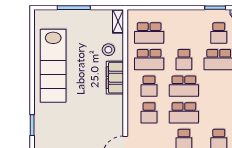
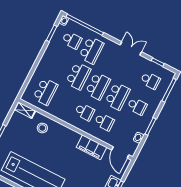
school desk: (149, 60) -> (65, 102), removed
school desk: (184, 60) -> (78, 76), width x1.85
filing cabinet: (115, 78) -> (92, 147), moved

